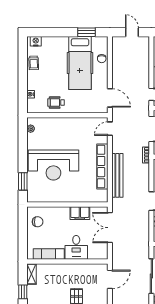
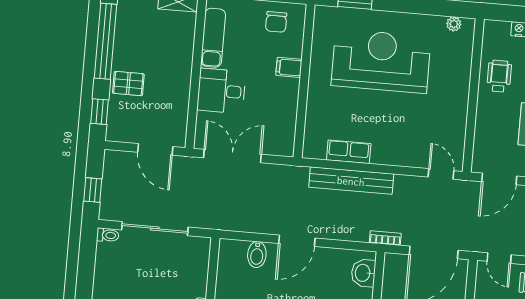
reception desk: (53, 165) -> (381, 61), turned 90
row of seats: (102, 167) -> (349, 152), width x0.50
filing cabinet: (80, 213) -> (289, 67), moved, width x0.50
double door: (110, 228) -> (232, 156), moved

